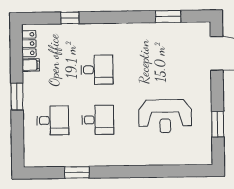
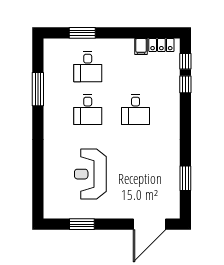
window: (46, 18) -> (185, 61), added
window: (17, 97) -> (82, 33), moved
window: (77, 172) -> (38, 89), width x1.44

